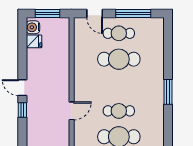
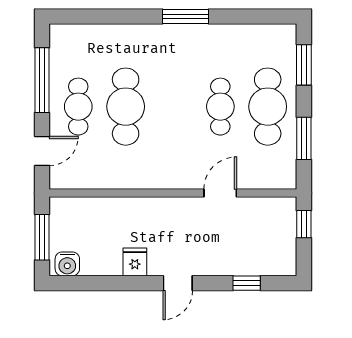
fridge: (34, 41) -> (135, 262), moved
window: (22, 110) -> (247, 283), moved
door: (72, 111) -> (220, 193), hinge flipped

